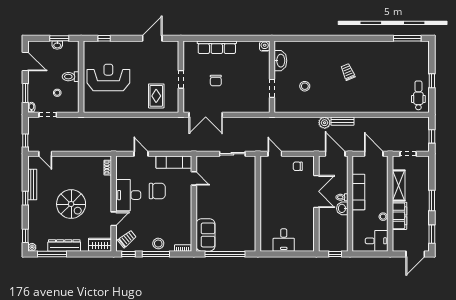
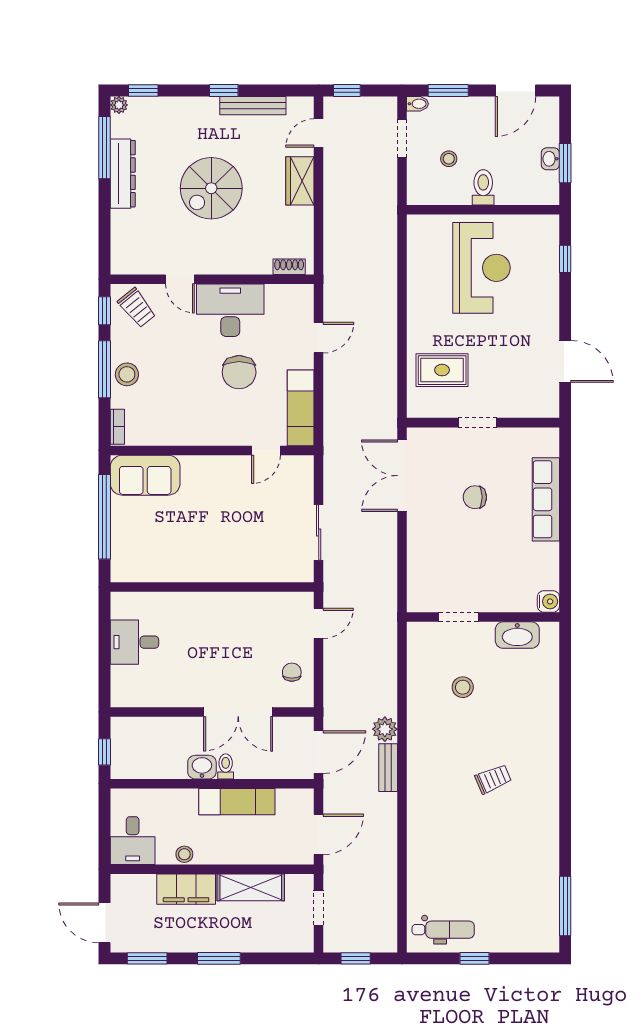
wardrobe: (100, 245) -> (300, 181), moved, turned 180

